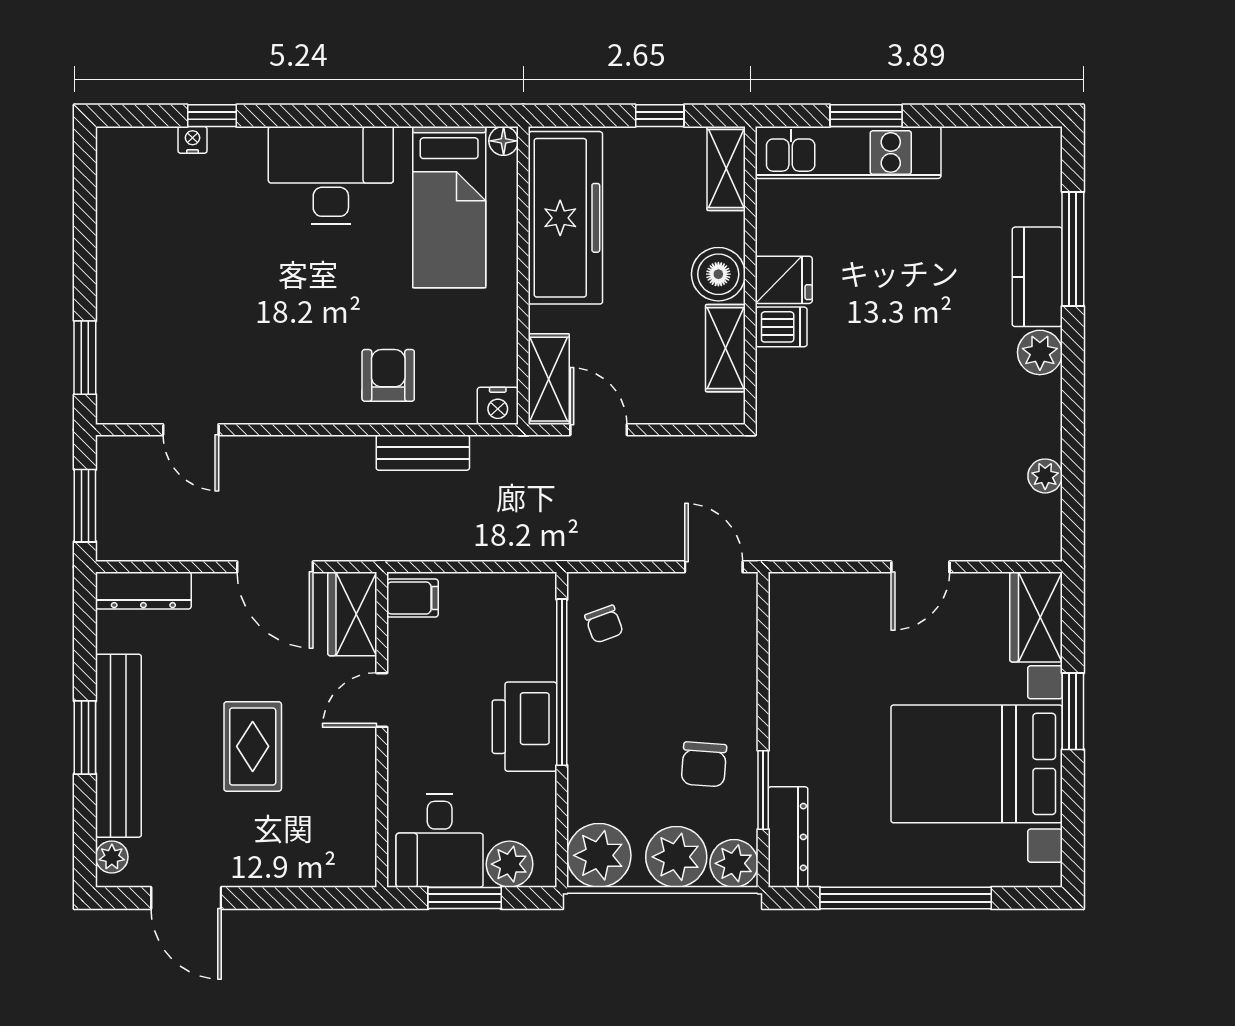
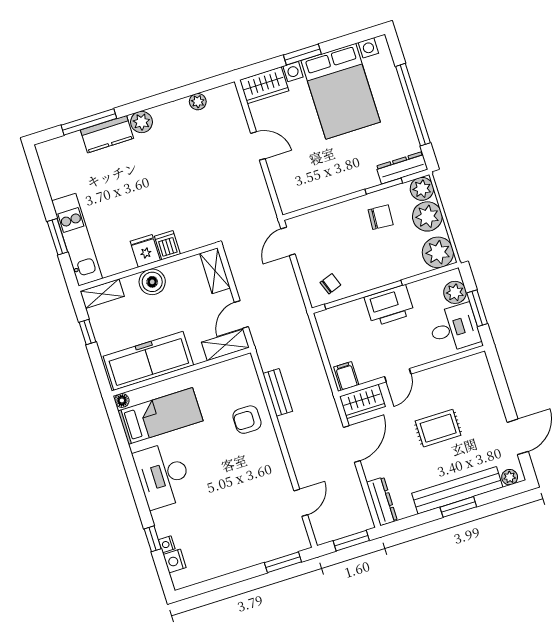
shelving: (725, 348) -> (215, 271), moved, turned 90
nightstand: (498, 406) -> (175, 561), moved, turned 180
door: (382, 700) -> (398, 375), hinge flipped

